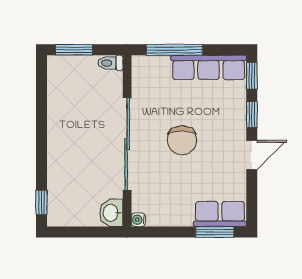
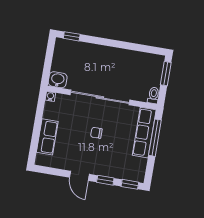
row of seats: (209, 67) -> (144, 133), moved
chair: (182, 140) -> (96, 133), width x0.54, depth x0.54
row of seats: (220, 214) -> (47, 137), moved
window: (215, 232) -> (34, 144), removed

